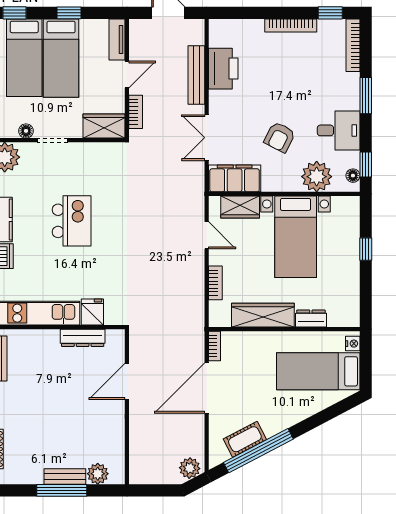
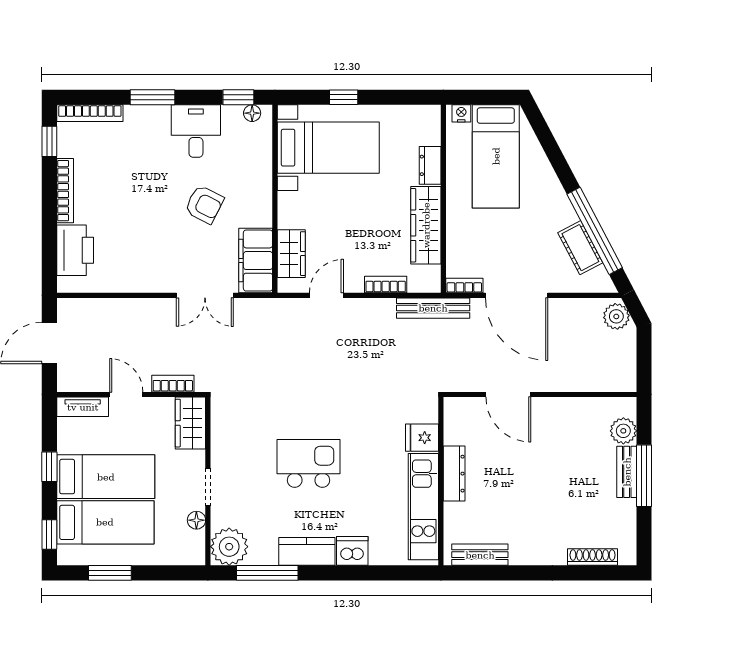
printer: (223, 69) -> (75, 250), moved, turned 90
bench: (196, 75) -> (433, 308), moved
plant: (317, 177) -> (253, 158), removed
bed with nightstands: (296, 237) -> (328, 148), moved
dresser: (83, 338) -> (454, 474), moved

